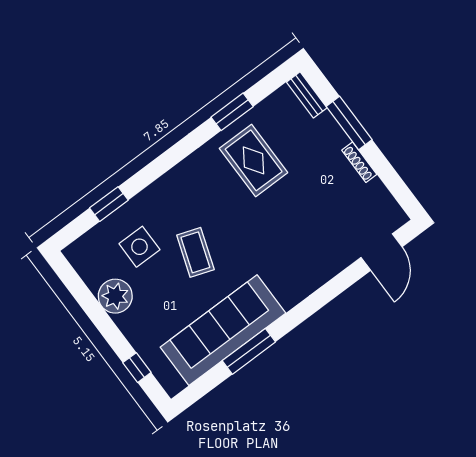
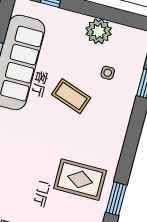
side table: (139, 247) -> (108, 73), width x0.54, depth x0.54

